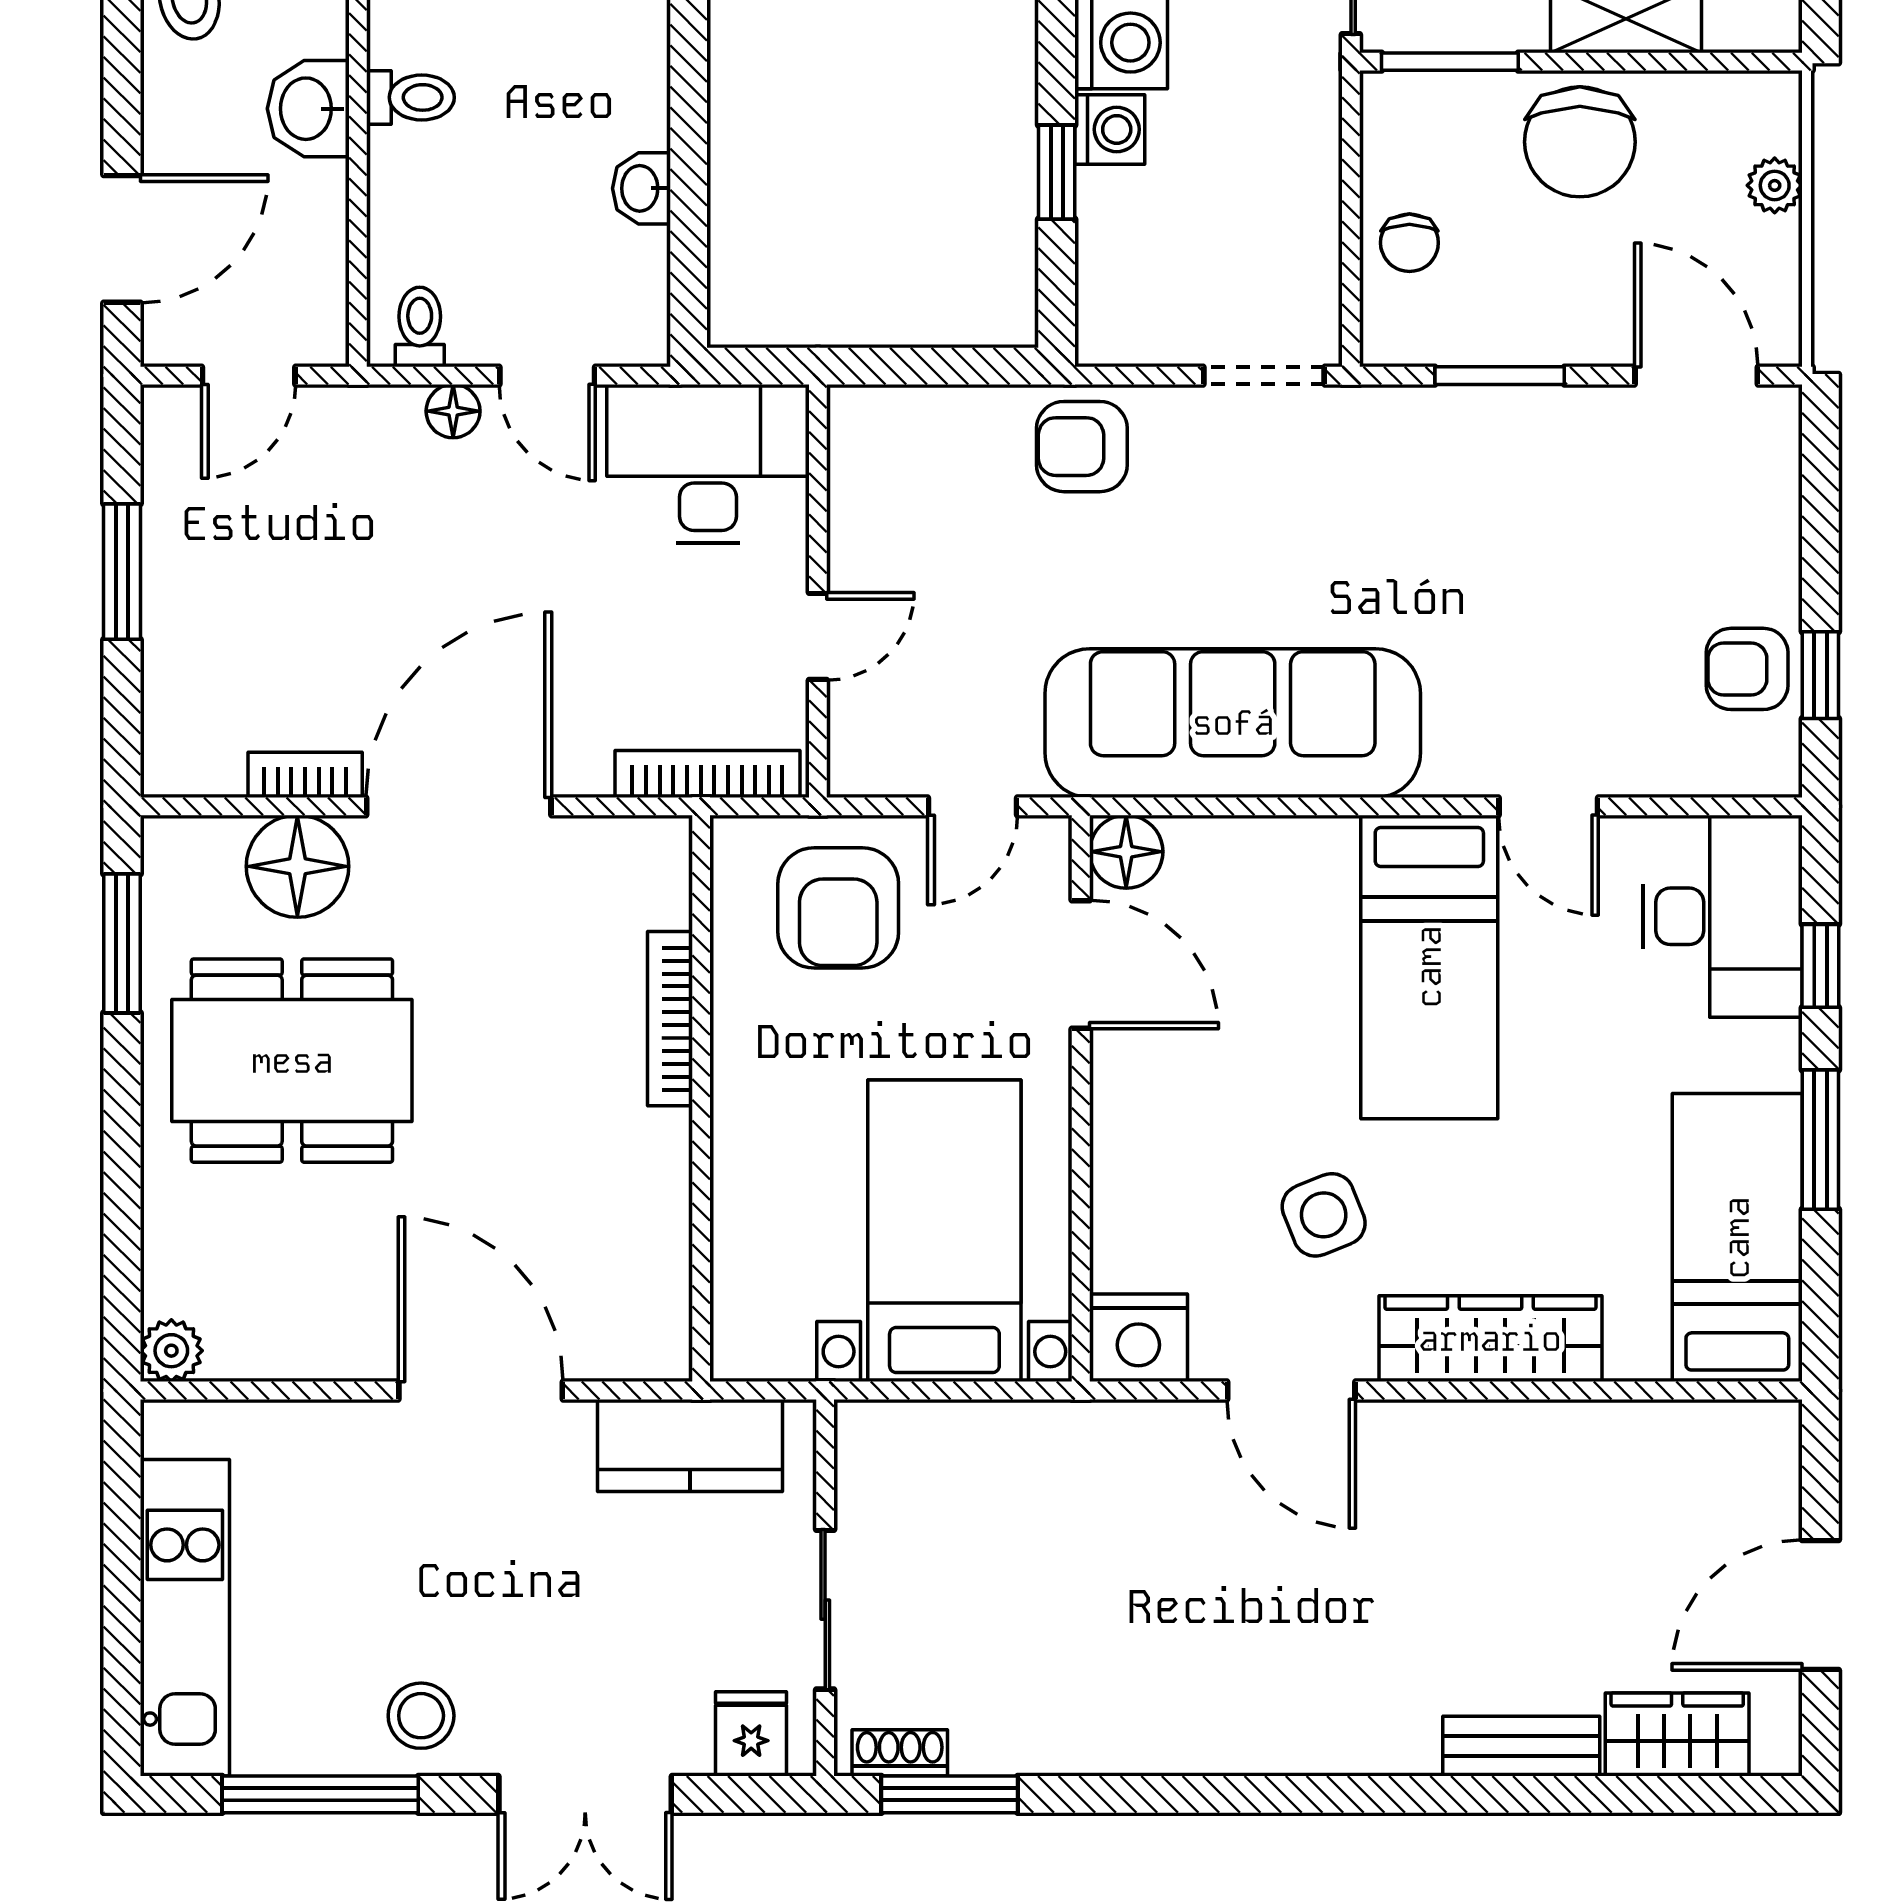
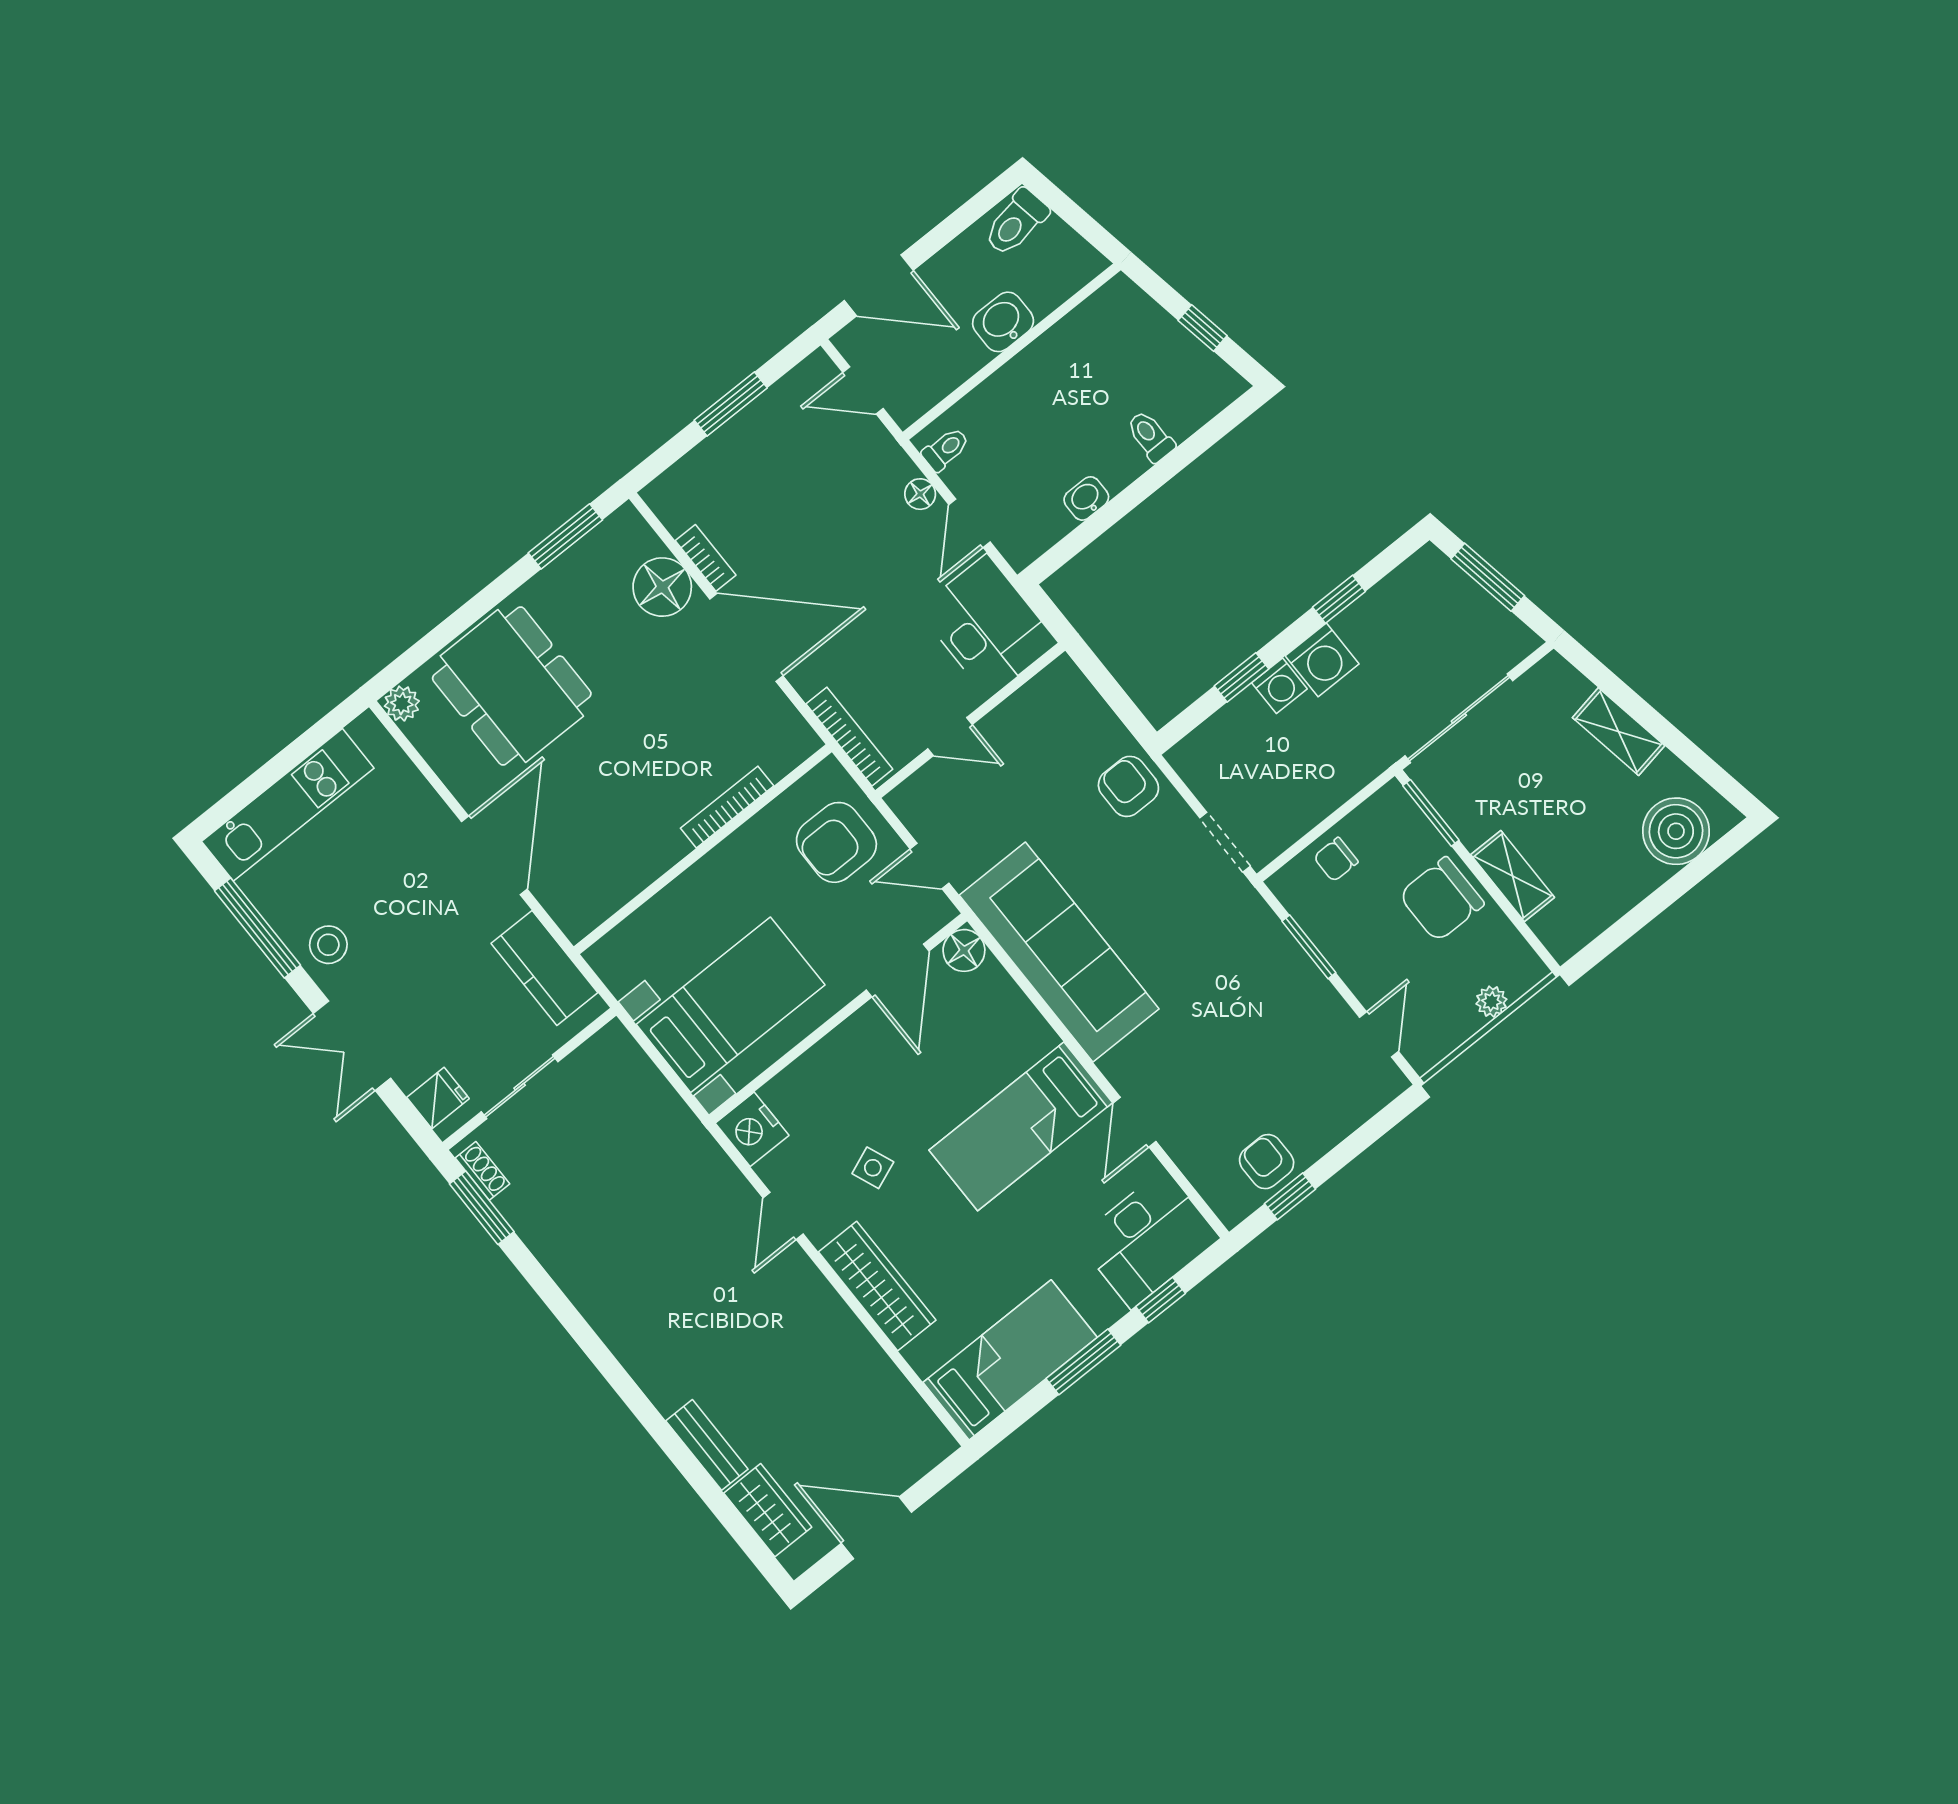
toilet: (410, 97) -> (1150, 436), moved, turned 180
door: (1696, 376) -> (1379, 1034), width x0.73
dining table: (292, 1061) -> (512, 686), moved
side table: (1324, 1215) -> (873, 1168), width x0.73, depth x0.73
door: (1291, 1390) -> (783, 1216), width x0.73

